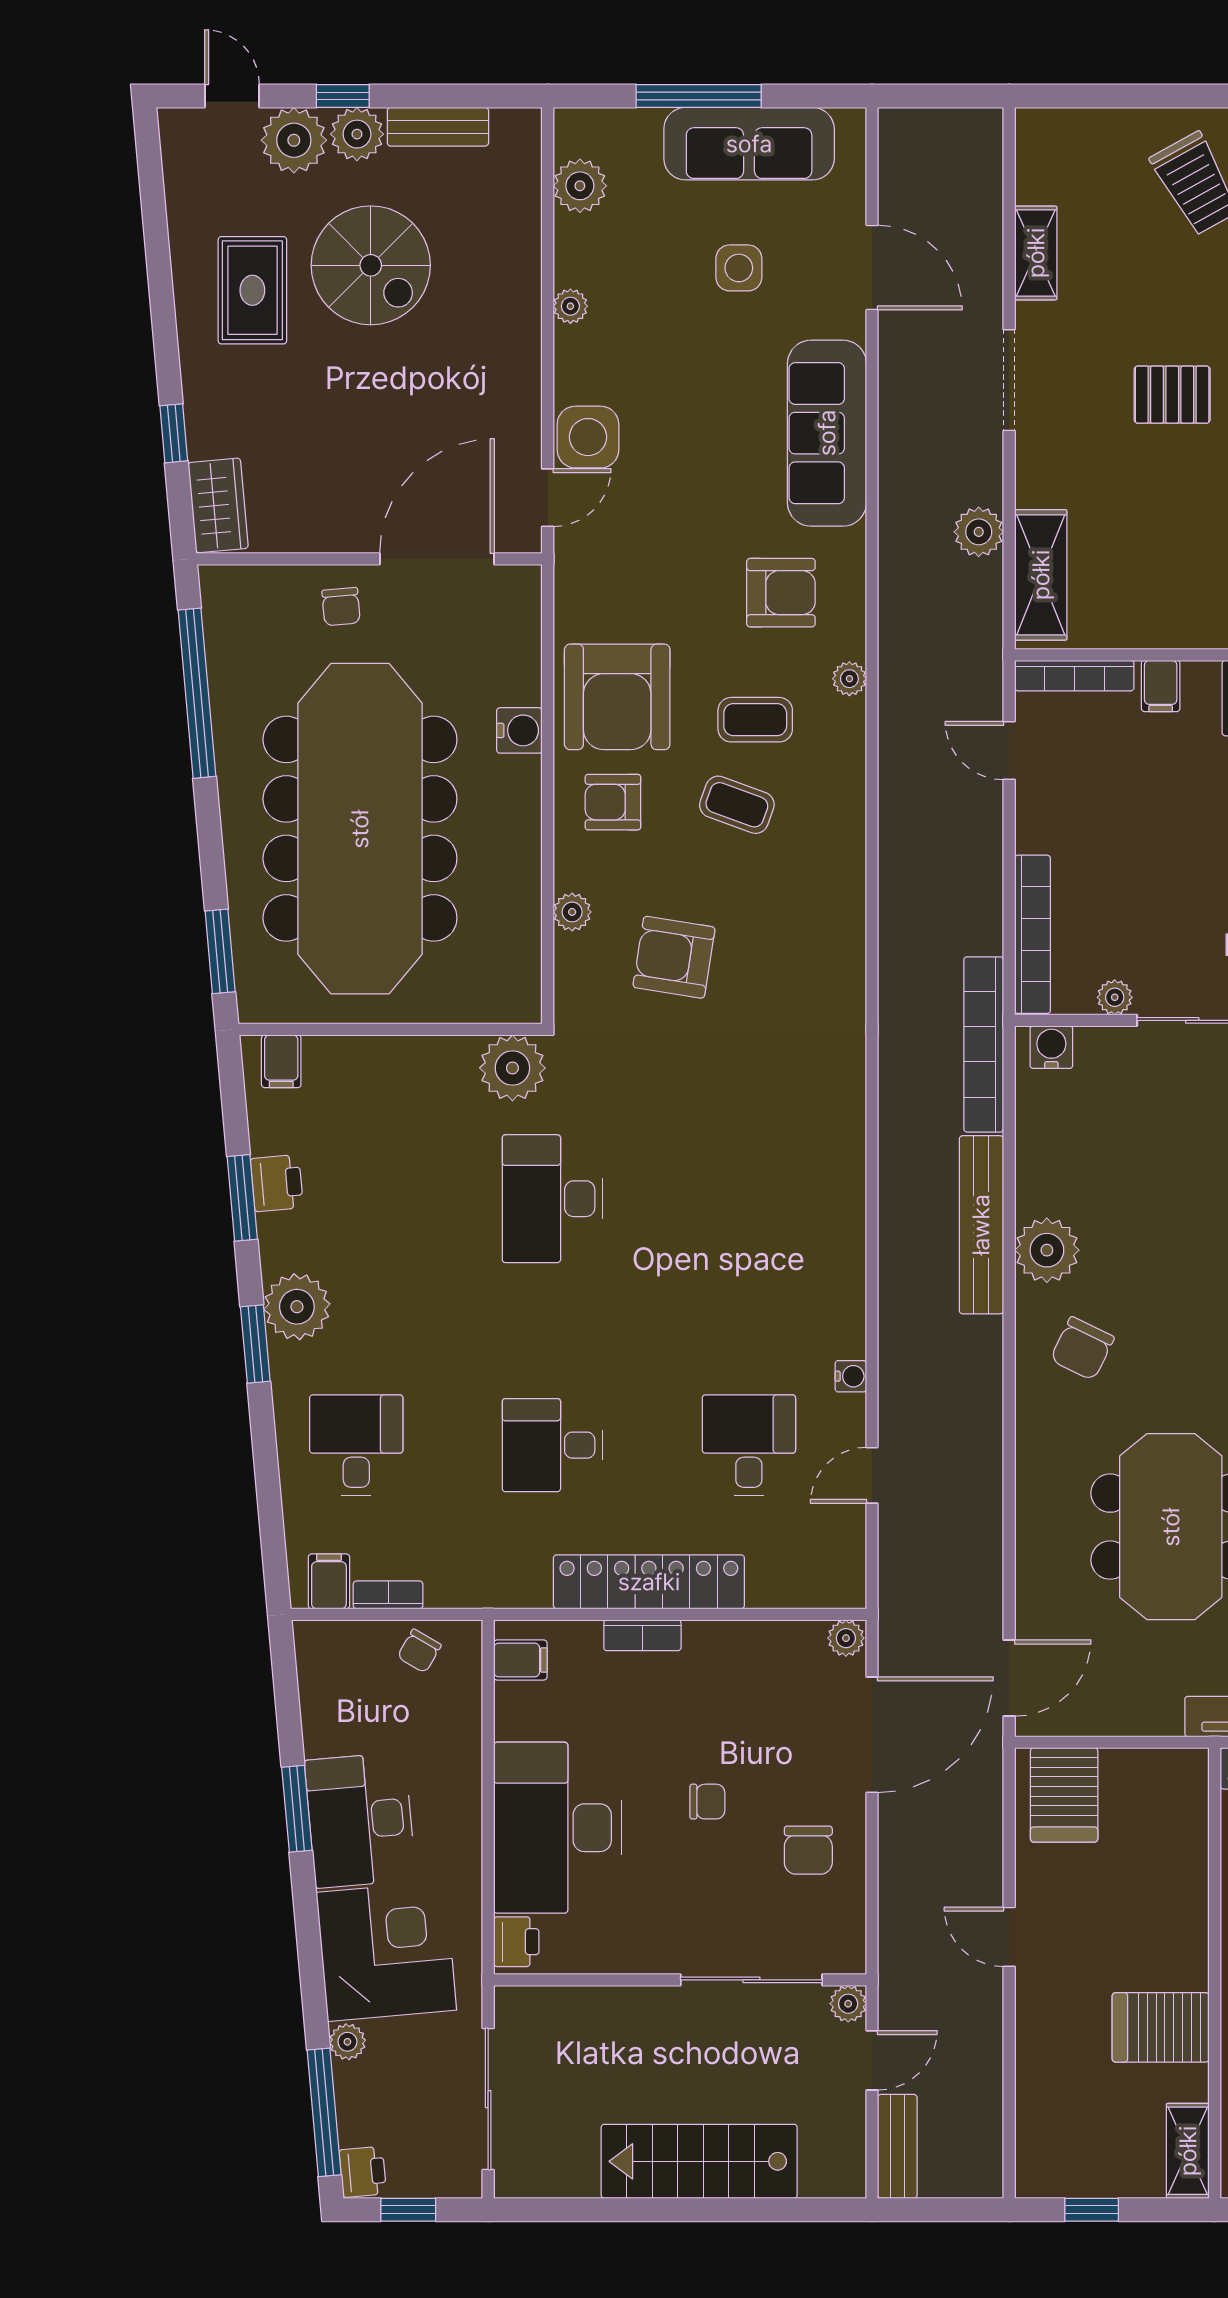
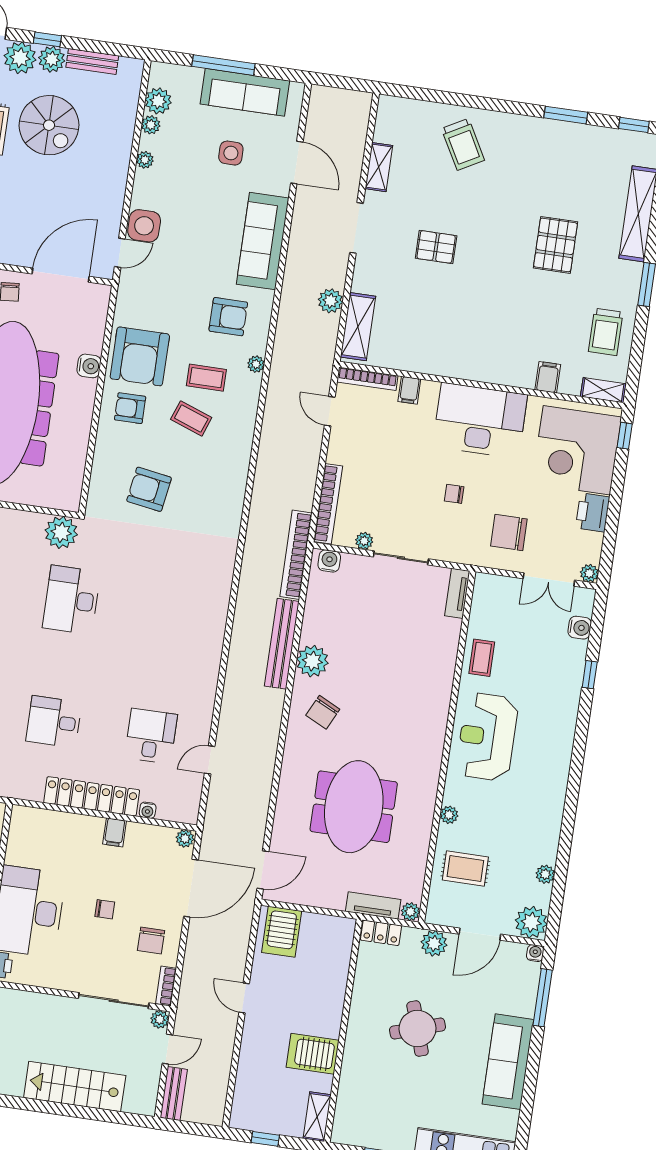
plant: (572, 912) -> (151, 125), moved
water cooler: (851, 1376) -> (148, 810), moved, turned 90
bookcase: (642, 1635) -> (166, 986), moved, turned 90
filing cabinet: (520, 1660) -> (115, 832), moved, turned 90

